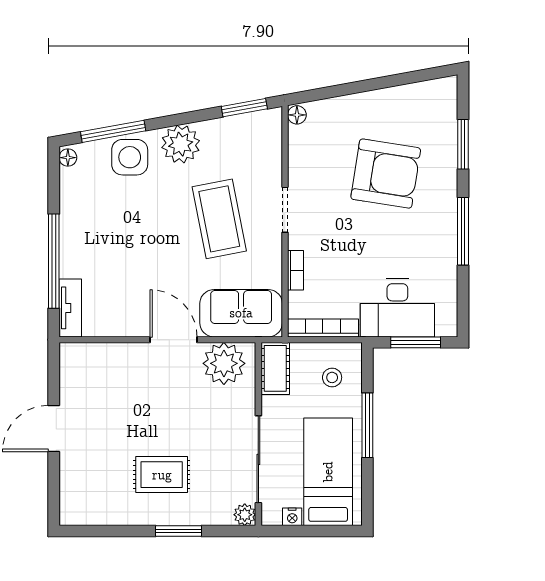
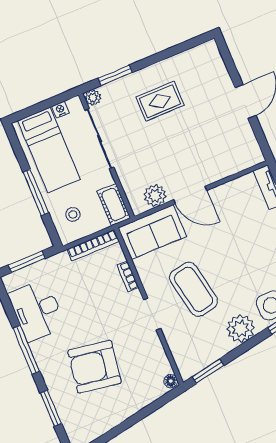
desk: (397, 308) -> (37, 310), moved, turned -90
plant: (224, 363) -> (155, 196), width x0.73, depth x0.73
window: (178, 531) -> (115, 75), moved

